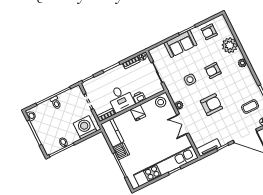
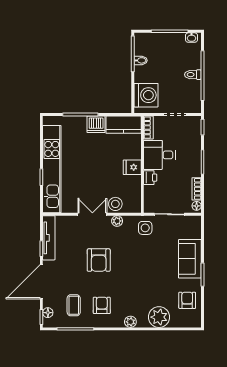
armchair: (213, 71) -> (102, 305), moved
side table: (190, 80) -> (145, 228), moved
stool: (161, 102) -> (115, 204), moved
tv unit: (209, 148) -> (49, 238), width x1.41

